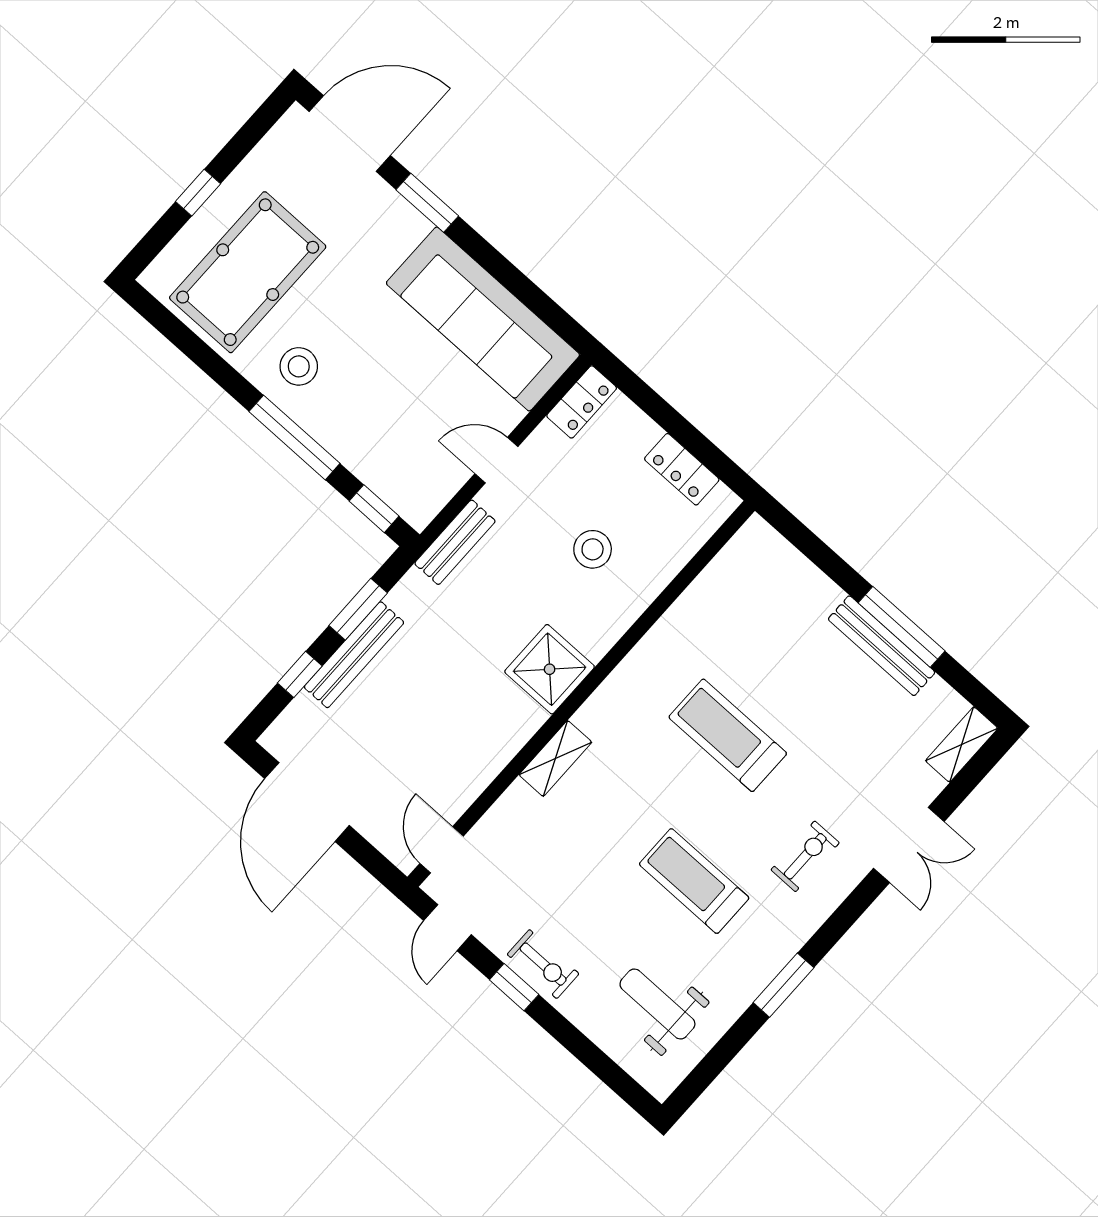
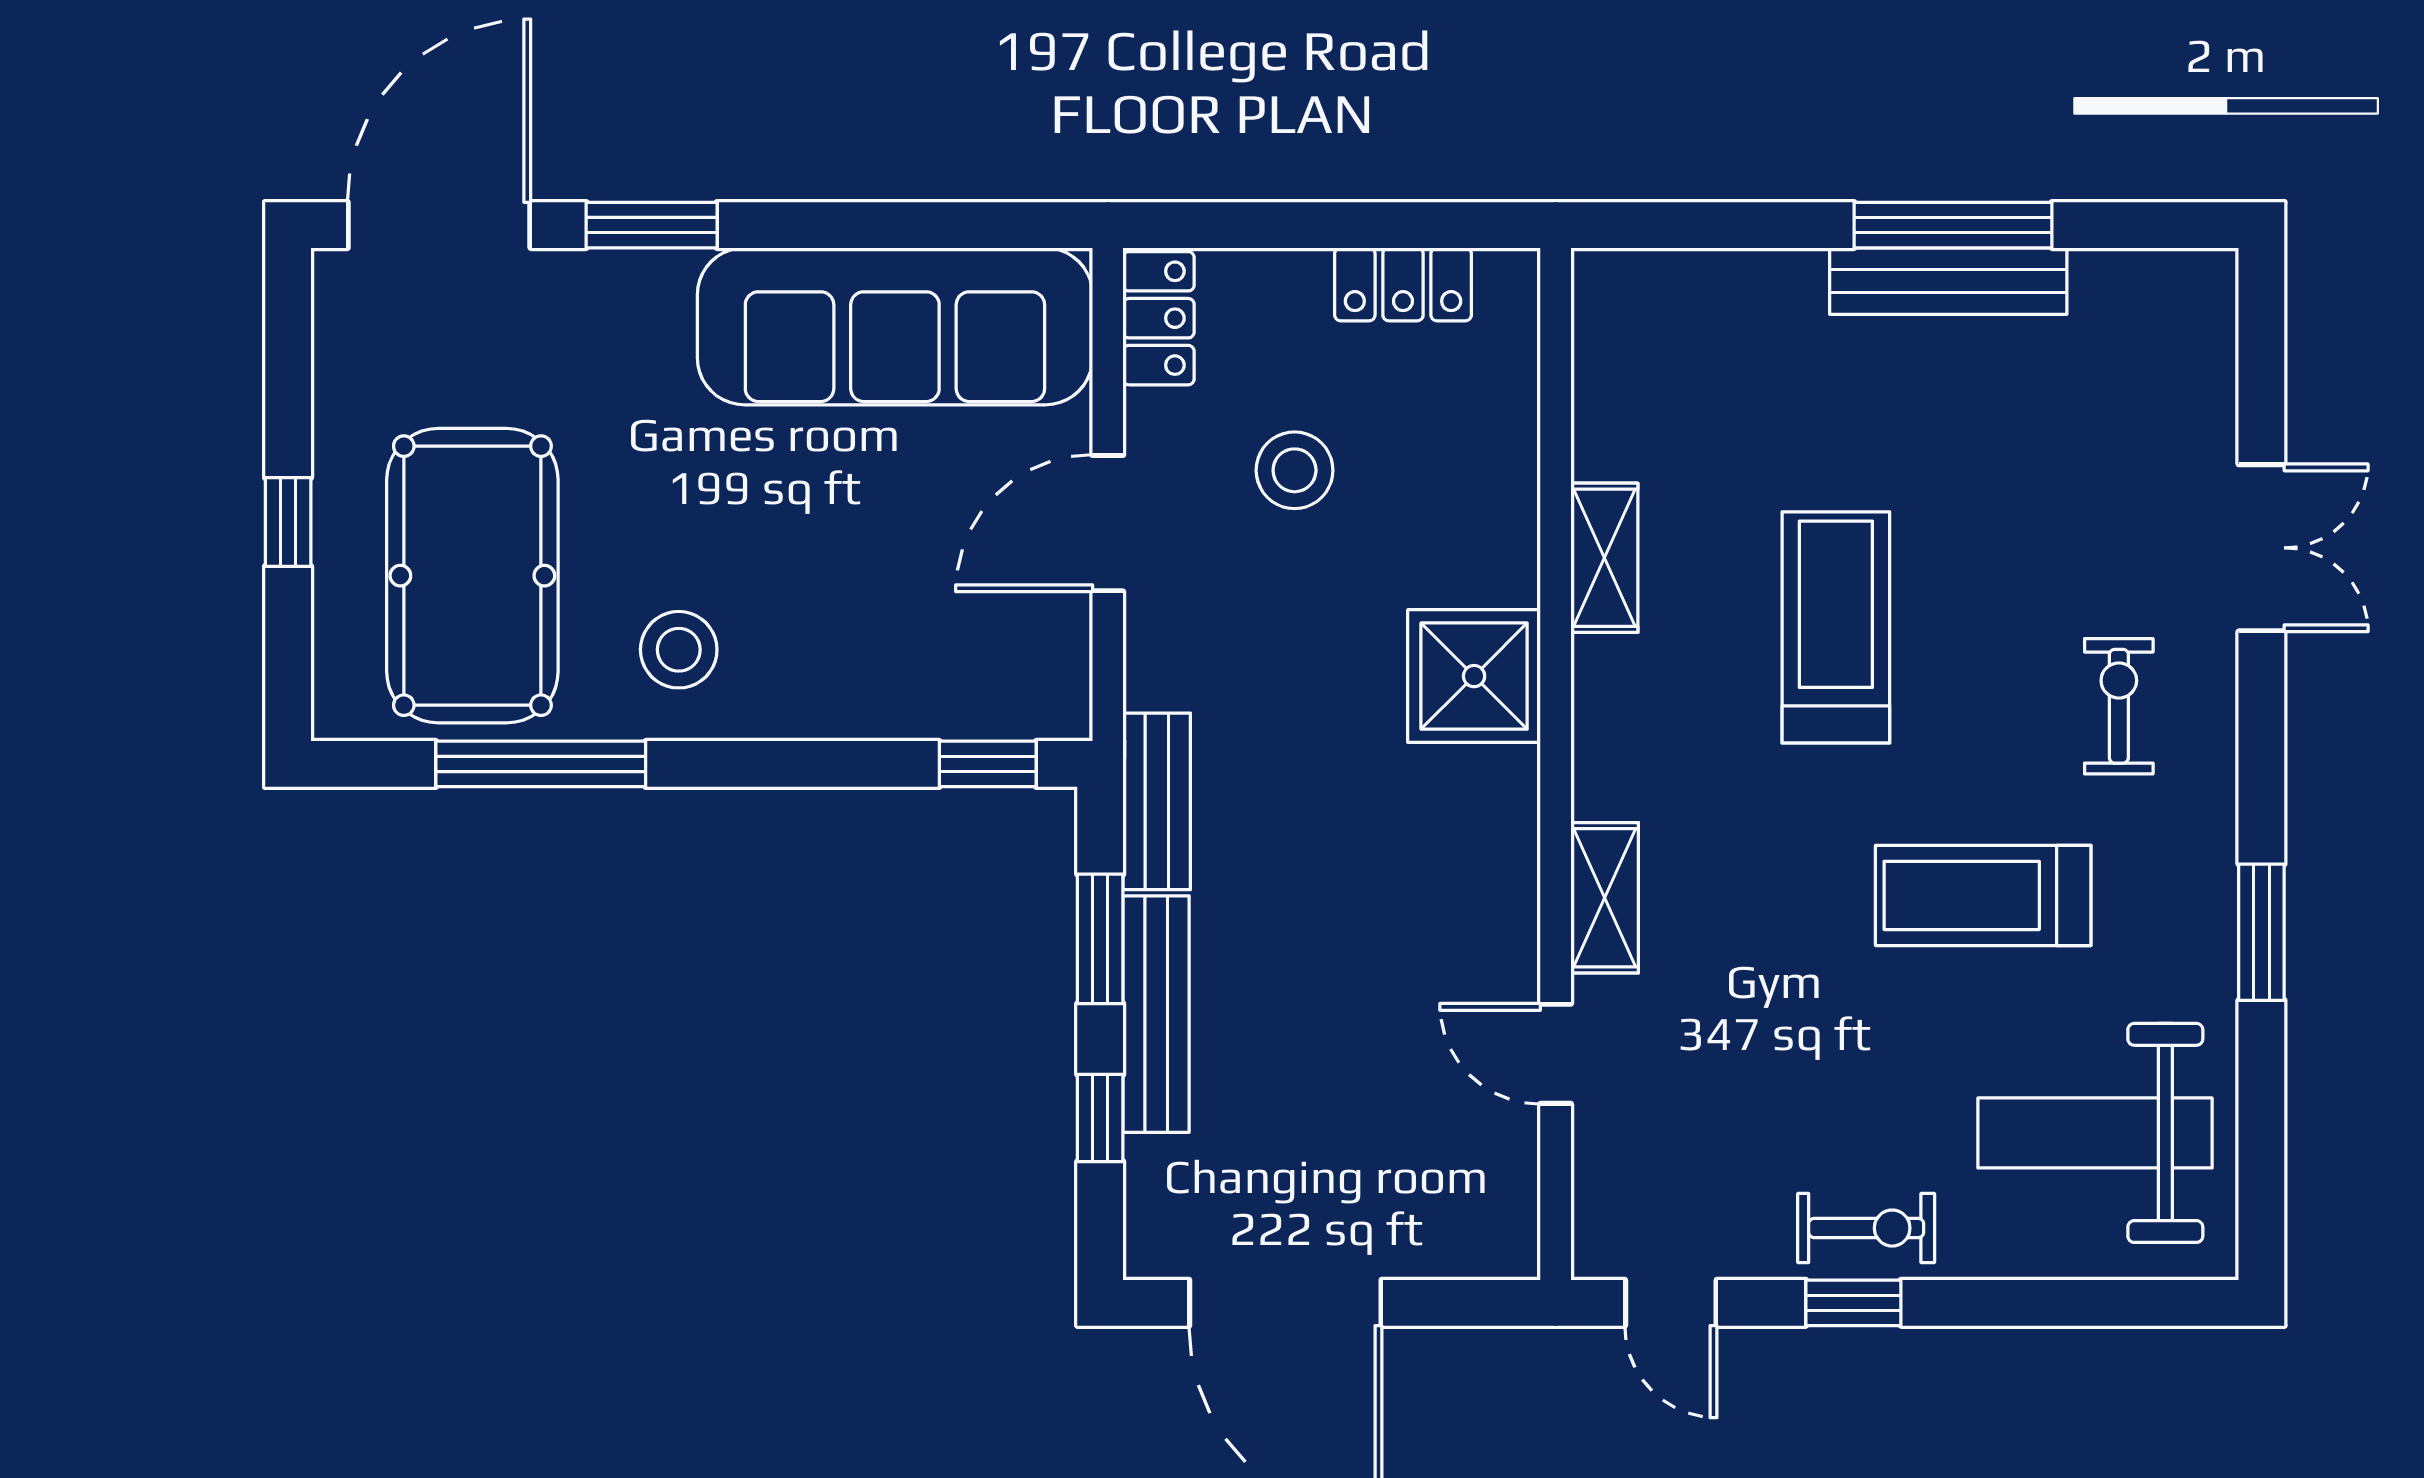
window: (295, 438) -> (541, 764), moved
door: (496, 460) -> (1108, 523), width x1.38
bench: (455, 542) -> (1157, 801), moved
stool: (593, 549) -> (1295, 470), moved
shower: (550, 669) -> (1474, 676), moved
treadmill: (728, 735) -> (1836, 627), turned 90
shelving: (962, 745) -> (1604, 558), moved
door: (442, 850) -> (1556, 1054), moved
weight bench: (657, 1004) -> (2095, 1133), width x1.36, depth x1.33

